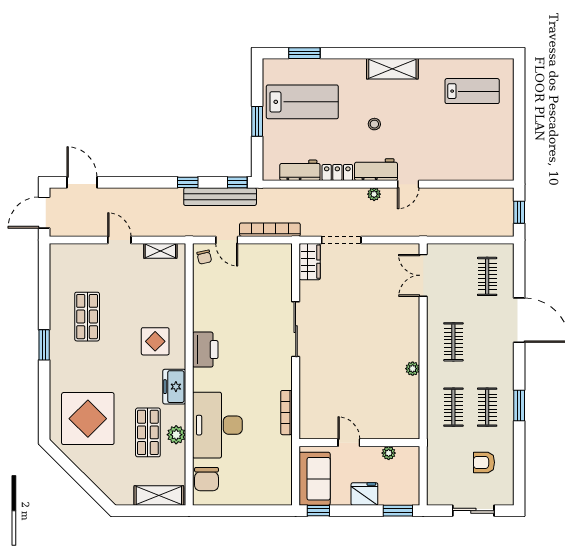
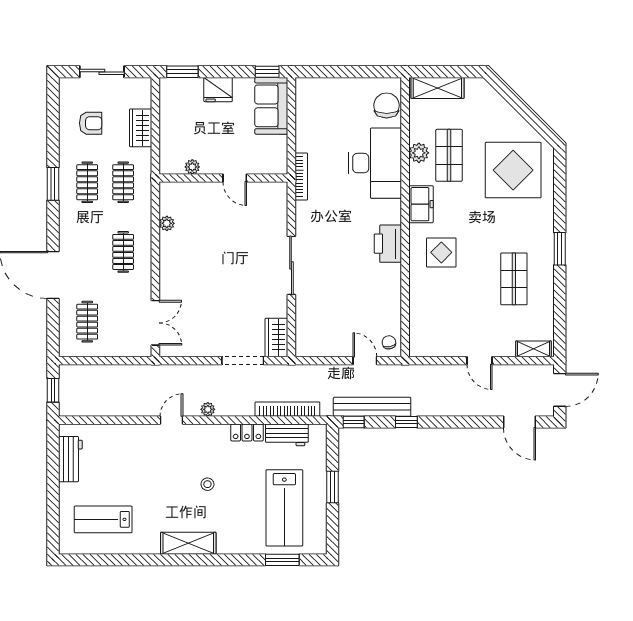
lab bench: (302, 102) -> (284, 508), turned -90
workbench: (376, 170) -> (70, 459), moved, turned -90
bookcase: (270, 230) -> (287, 409), moved, turned 180
shelving: (160, 251) -> (533, 349), moved
door: (349, 443) -> (235, 178), moved
wall: (359, 443) -> (223, 178), moved
plant: (389, 453) -> (192, 167), moved
wardrobe: (437, 458) -> (141, 128), added

